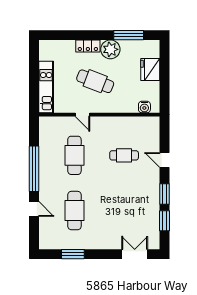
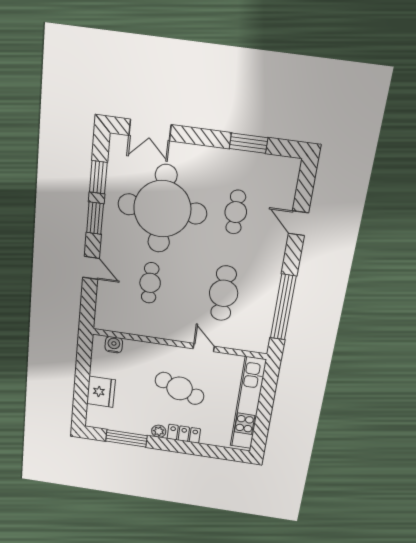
plant: (110, 49) -> (159, 431), width x0.53, depth x0.53
kitchen unit: (46, 87) -> (248, 403), width x1.36
cafe table: (124, 155) -> (150, 283), turned 90
window: (34, 169) -> (283, 307), moved
round table: (121, 206) -> (162, 209), added
cafe table: (74, 211) -> (236, 212), width x0.73, depth x0.74

